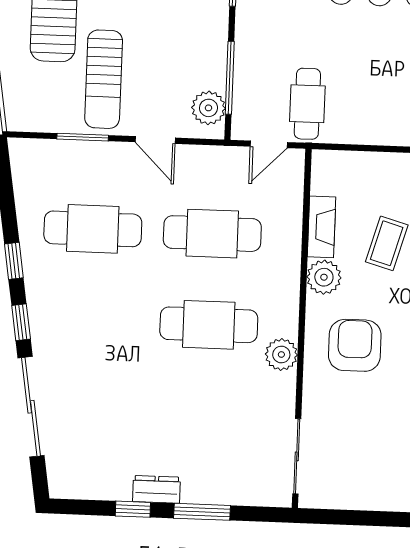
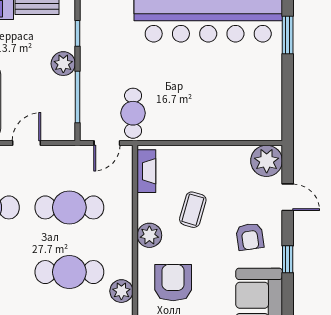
plant: (208, 108) -> (63, 64), moved
door: (155, 140) -> (27, 143), swing flipped
fireplace: (322, 227) -> (146, 171), moved

